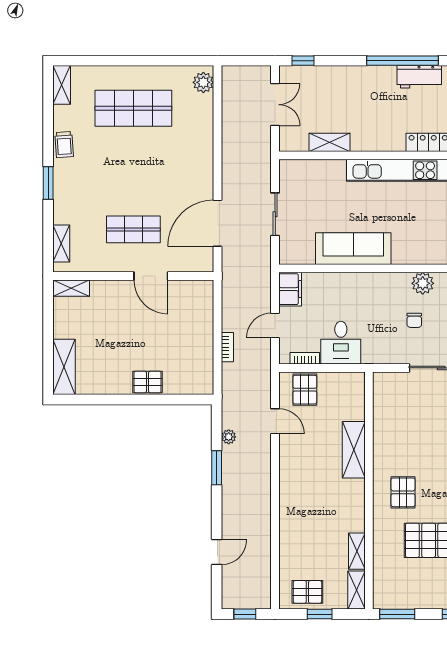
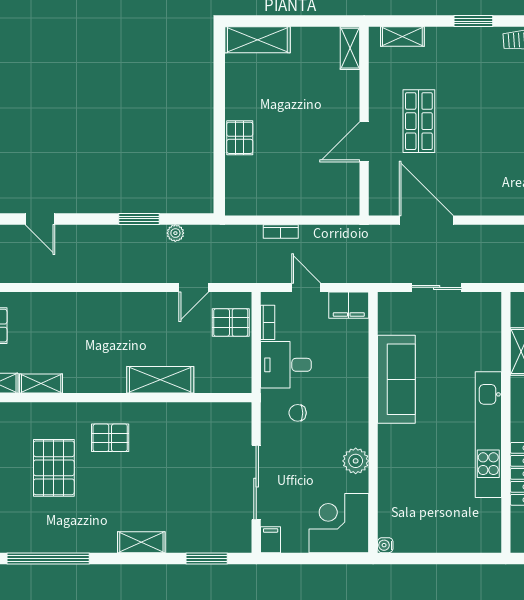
chair: (414, 320) -> (298, 413), moved

